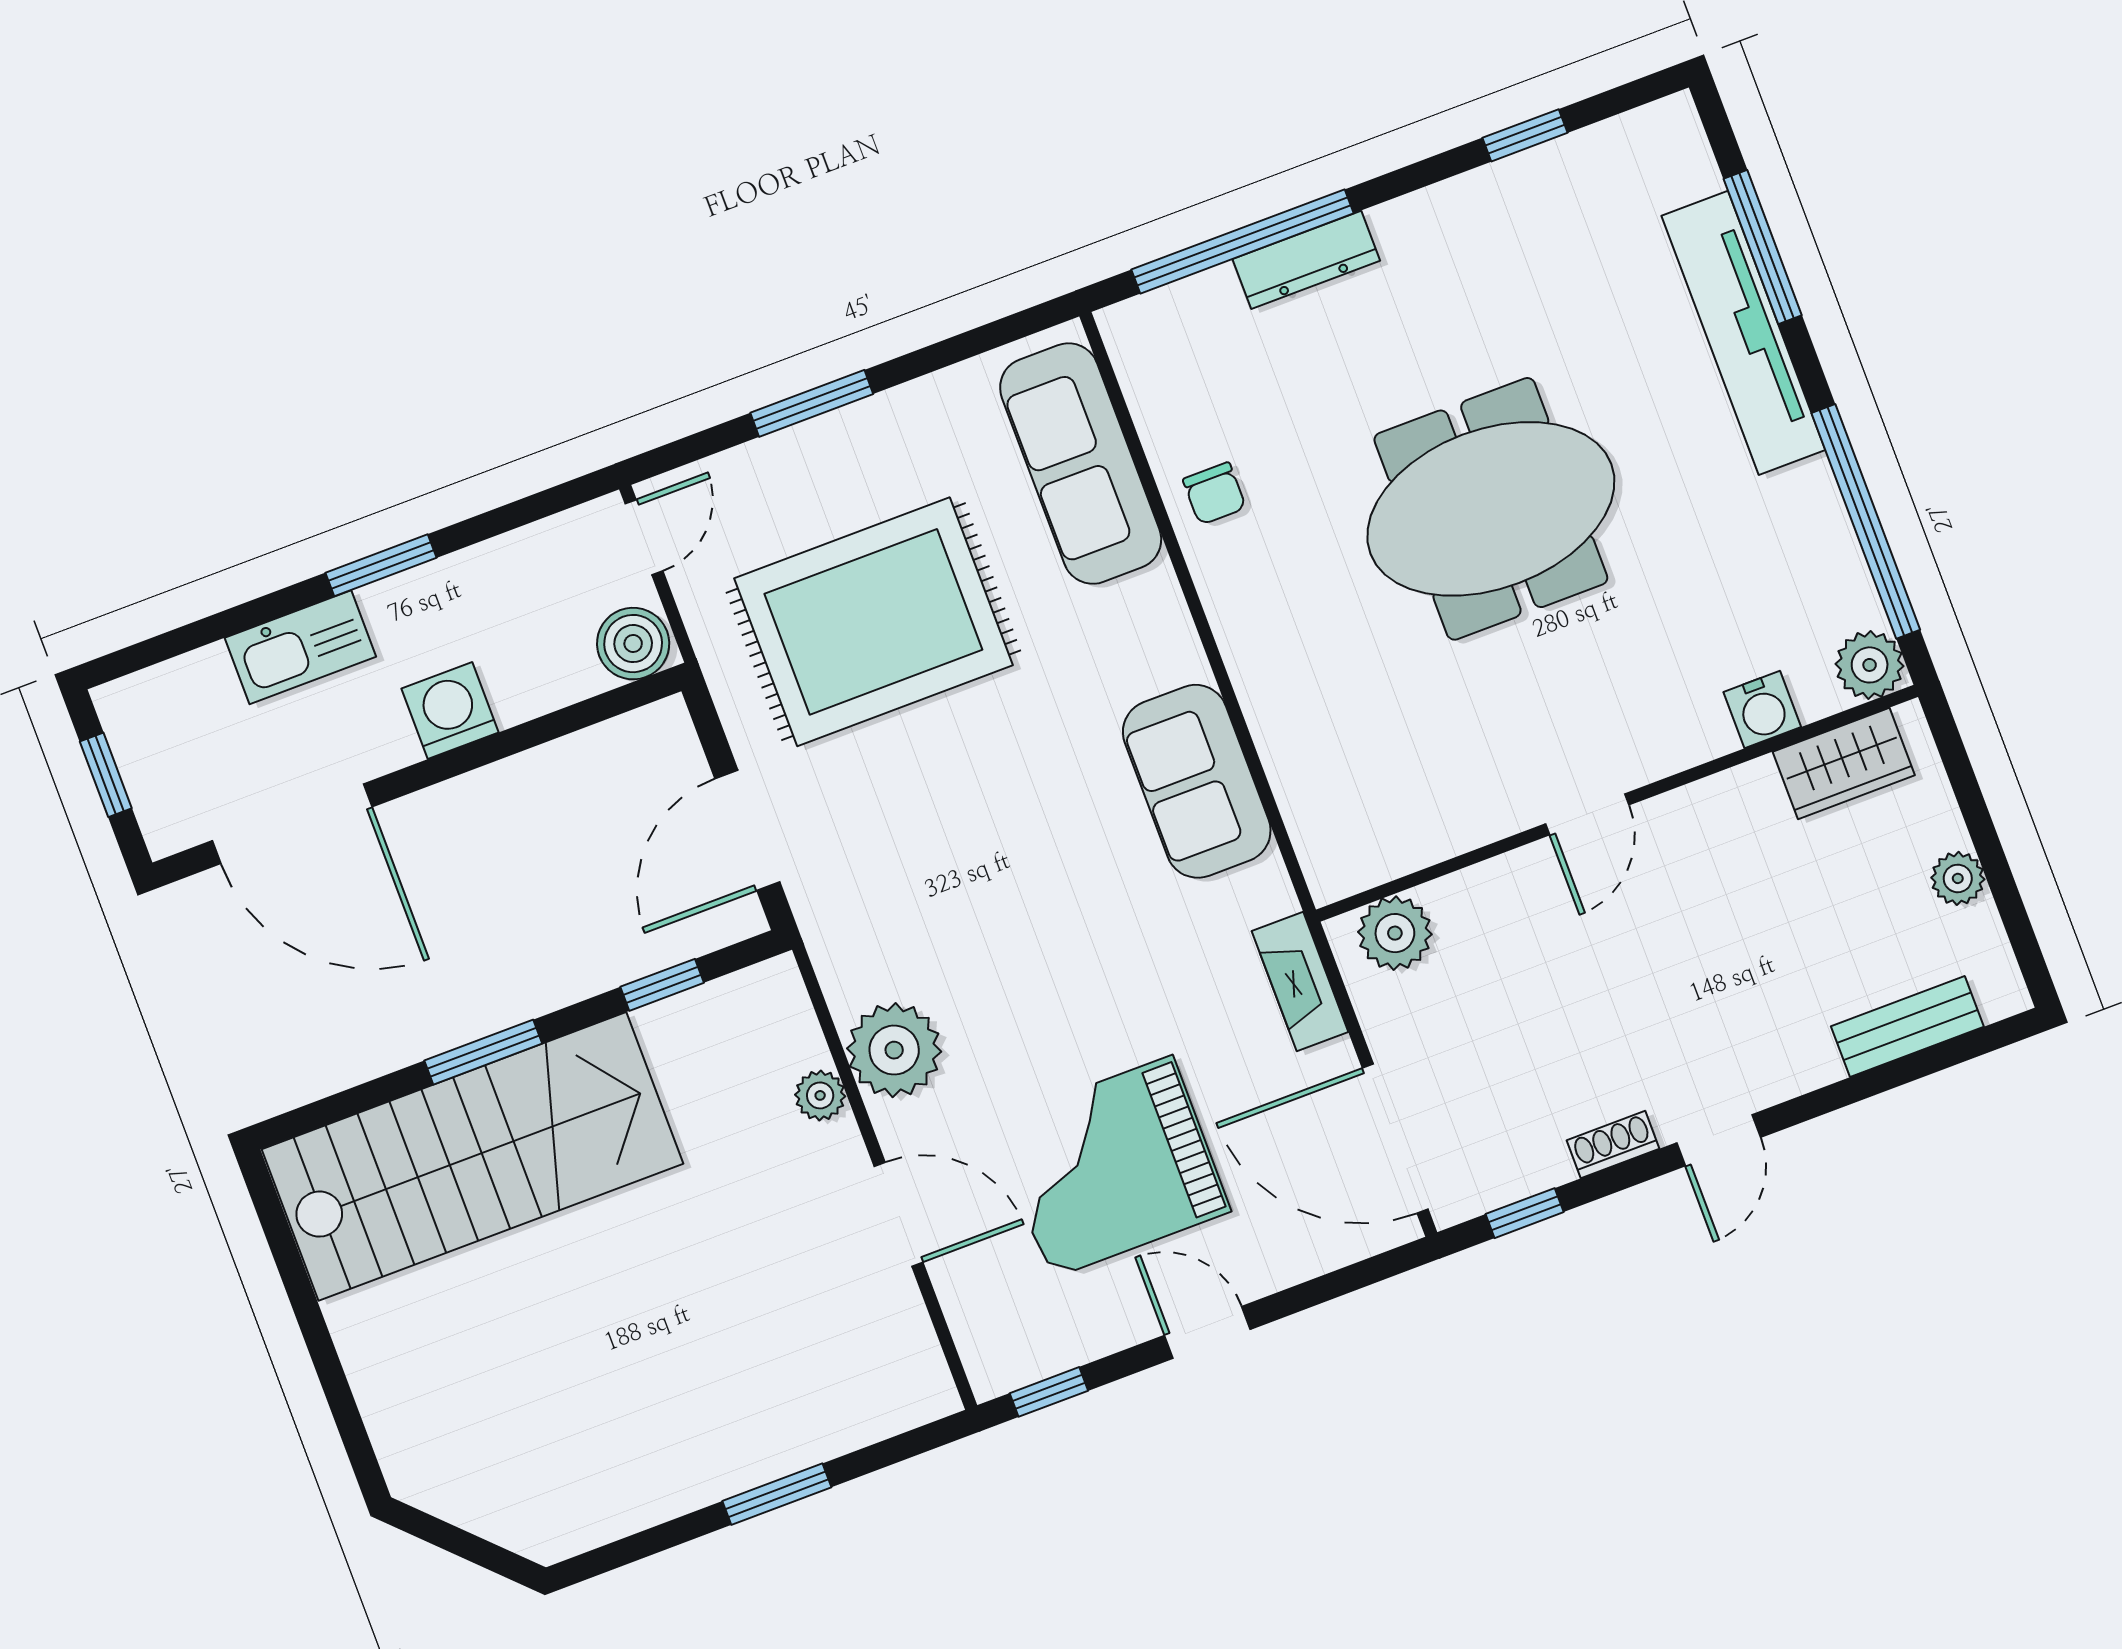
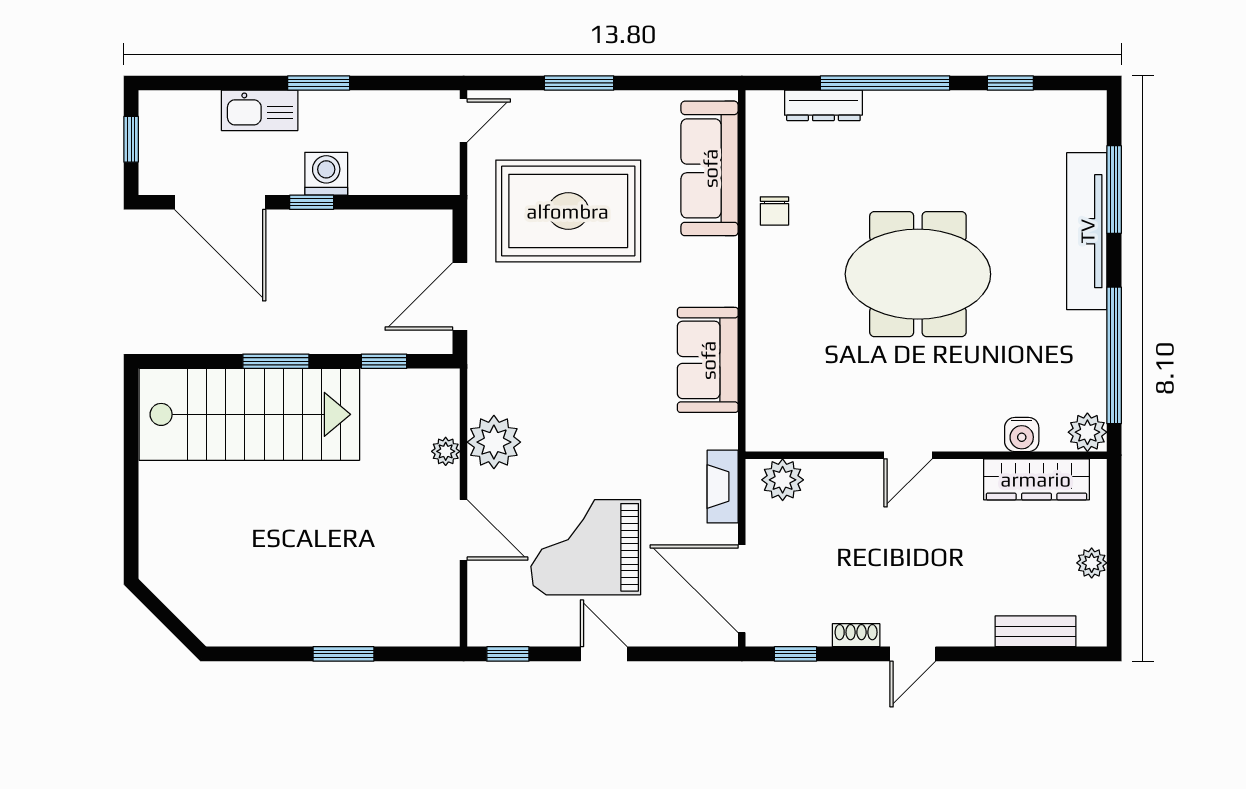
window: (1243, 241) -> (885, 83), moved
dresser: (1306, 260) -> (823, 105), moved
boiler: (633, 644) -> (437, 175), removed
wardrobe: (1844, 763) -> (1036, 479), width x1.50
window: (444, 767) -> (312, 202), added

